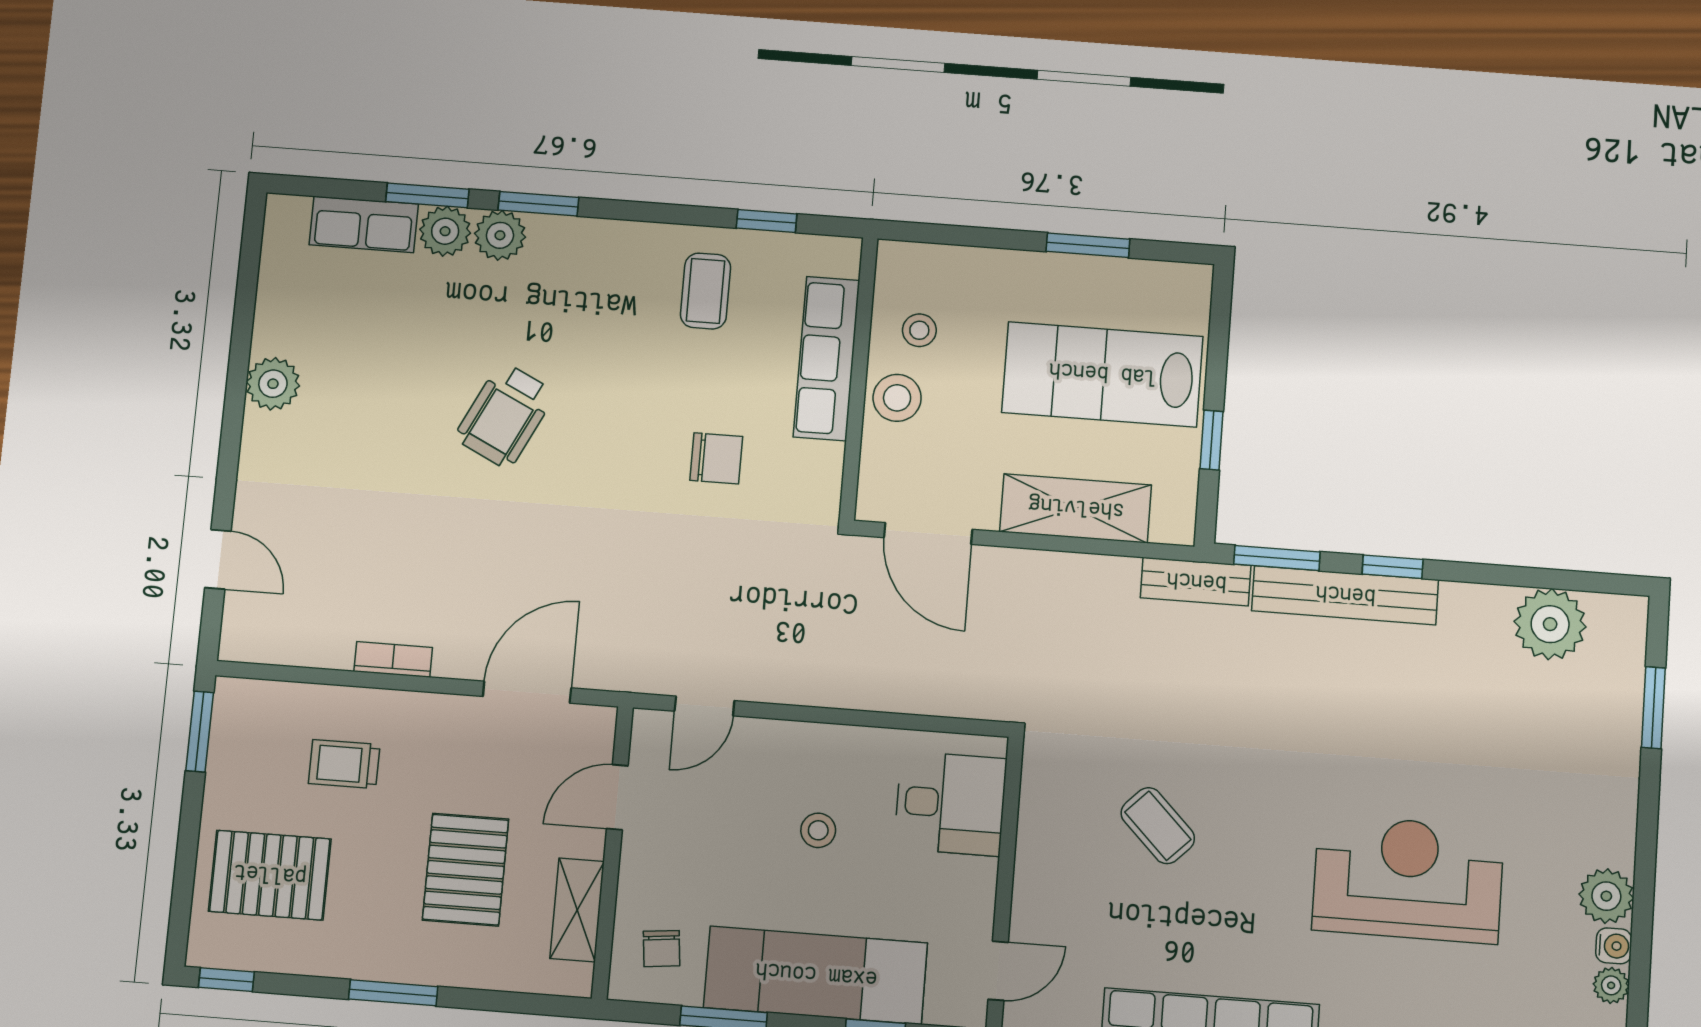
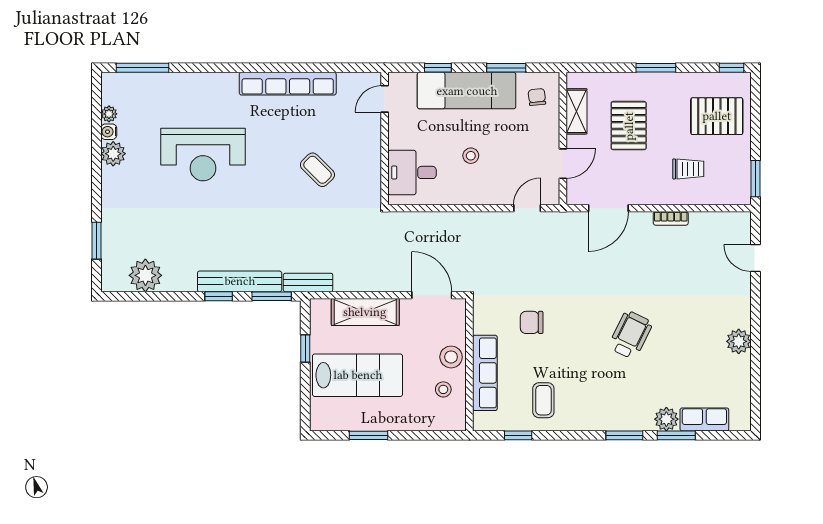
plant: (500, 235) -> (641, 419), removed

